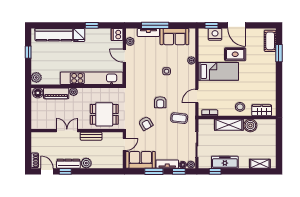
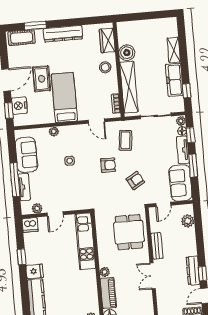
dresser: (270, 75) -> (63, 34), added
kitchen unit: (92, 78) -> (85, 241), width x0.73
shelving: (229, 125) -> (129, 87), width x1.47
door: (124, 144) -> (163, 204), swing flipped
plant: (86, 163) -> (188, 221), moved
shelving: (260, 164) -> (174, 50), moved

